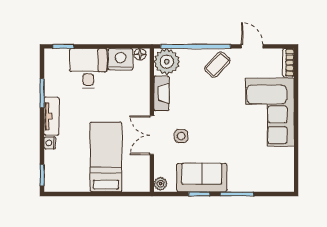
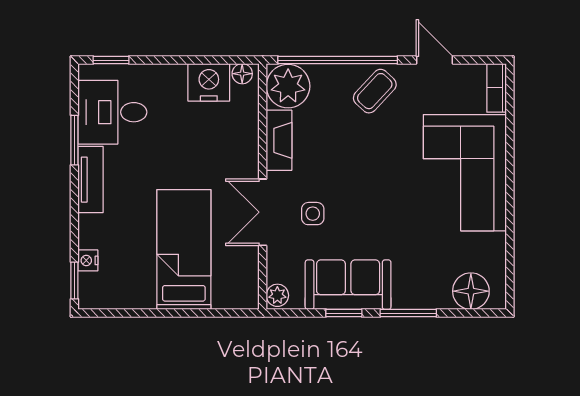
desk: (88, 69) -> (112, 112), moved, turned -90
nightstand: (50, 143) -> (88, 260), moved
floor lamp: (273, 181) -> (471, 291), added

